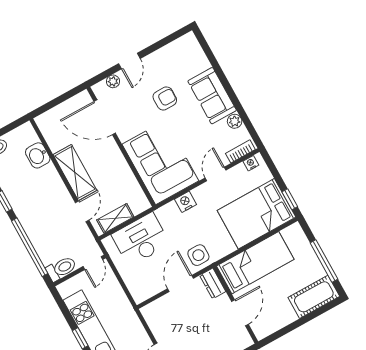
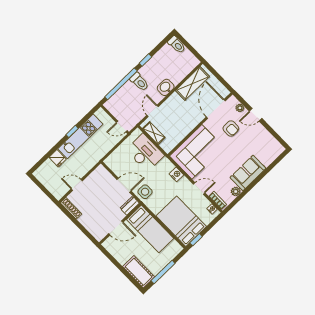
armchair: (165, 98) -> (231, 128), moved
washbasin: (38, 155) -> (166, 87), moved
shelving: (75, 172) -> (192, 83), moved
door: (82, 211) -> (153, 111), swing flipped
toilet: (61, 268) -> (139, 82), moved

